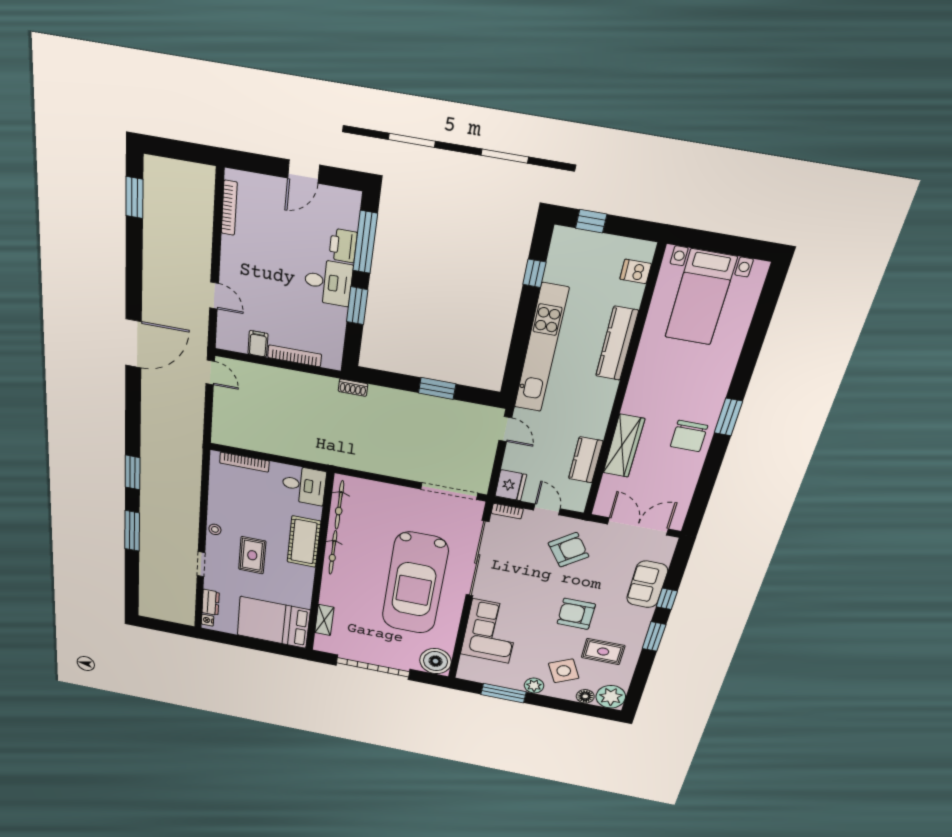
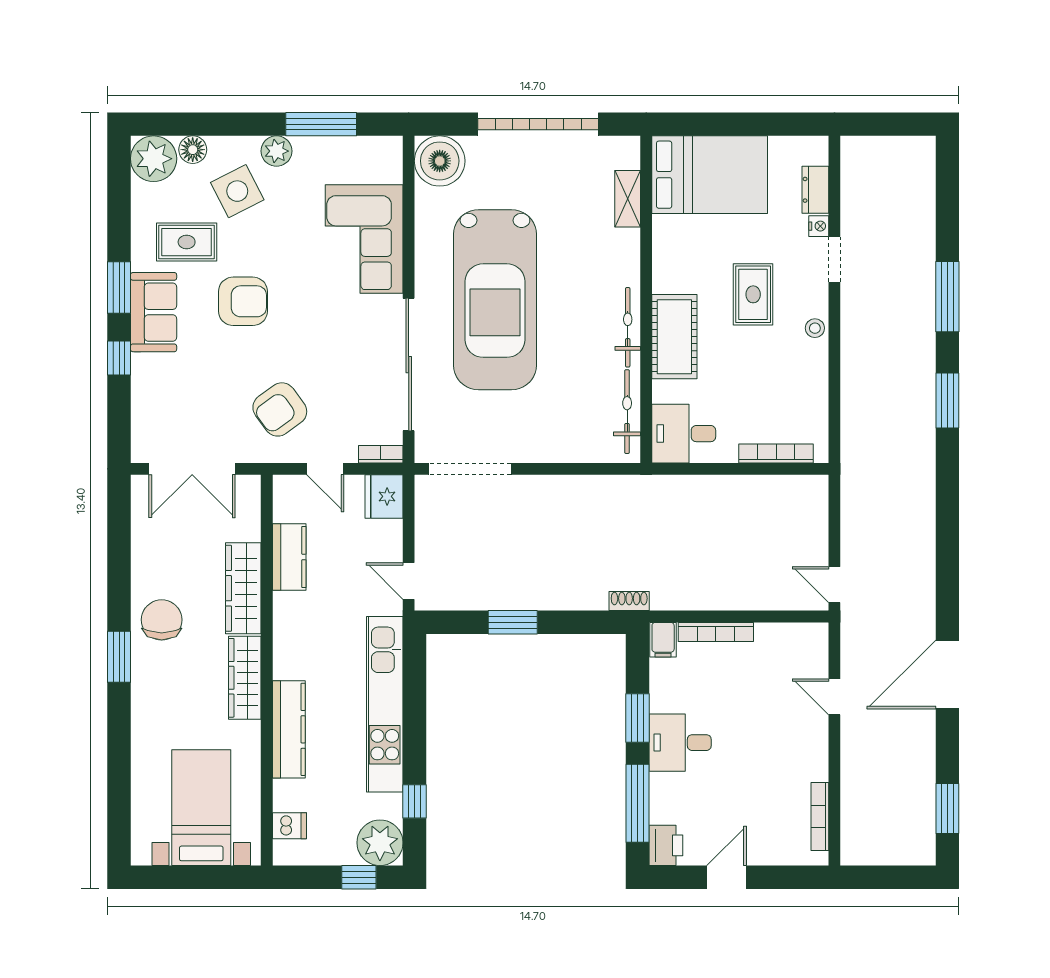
printer: (343, 246) -> (666, 845), moved
plant: (568, 246) -> (380, 843), added
door: (133, 344) -> (947, 675), moved
filing cabinet: (258, 344) -> (663, 640), moved
wardrobe: (640, 386) -> (245, 678), added
car: (415, 584) -> (495, 300), turned 180
sofa: (647, 584) -> (154, 312), moved
nightstand: (208, 620) -> (819, 226), moved

